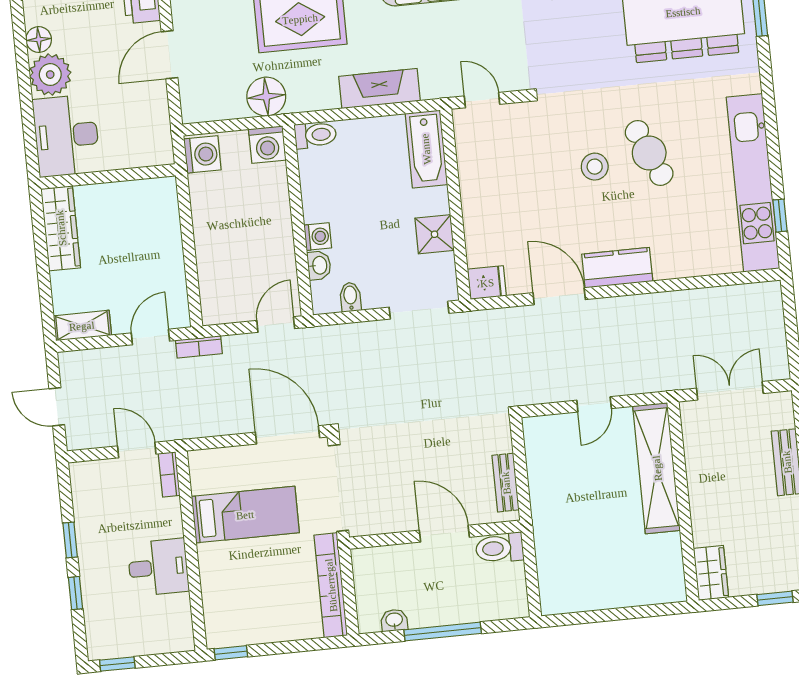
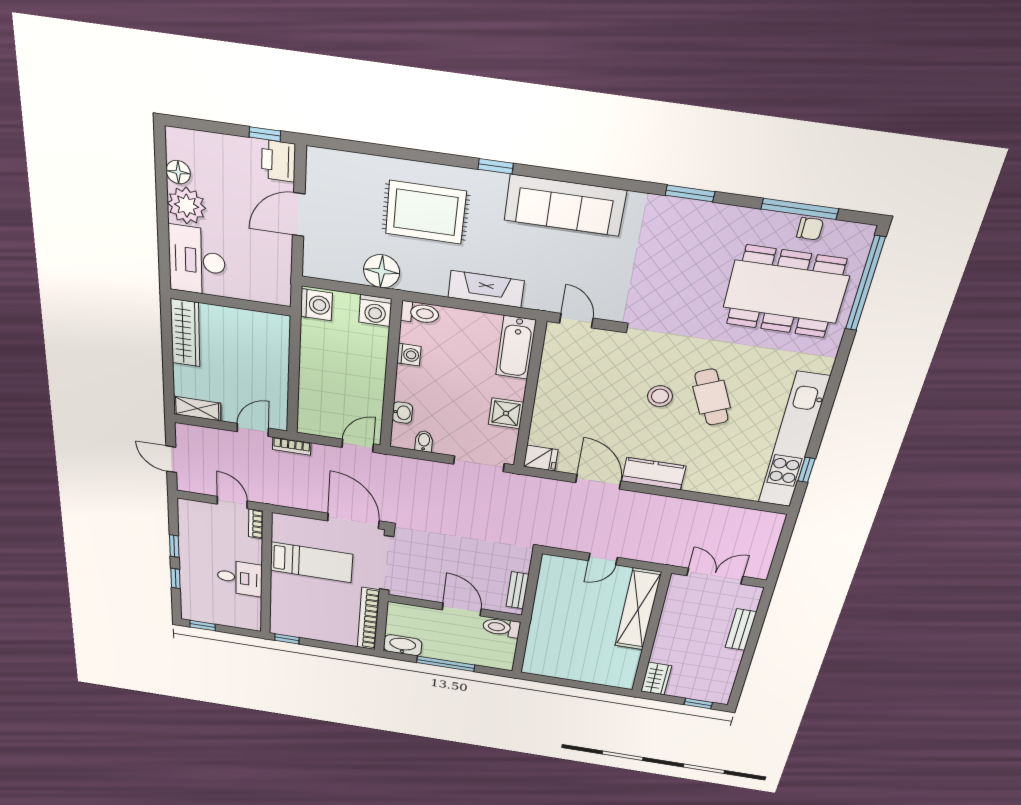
washing machine: (318, 237) -> (409, 355), moved
washbasin: (394, 620) -> (403, 645), width x1.91, depth x1.45

